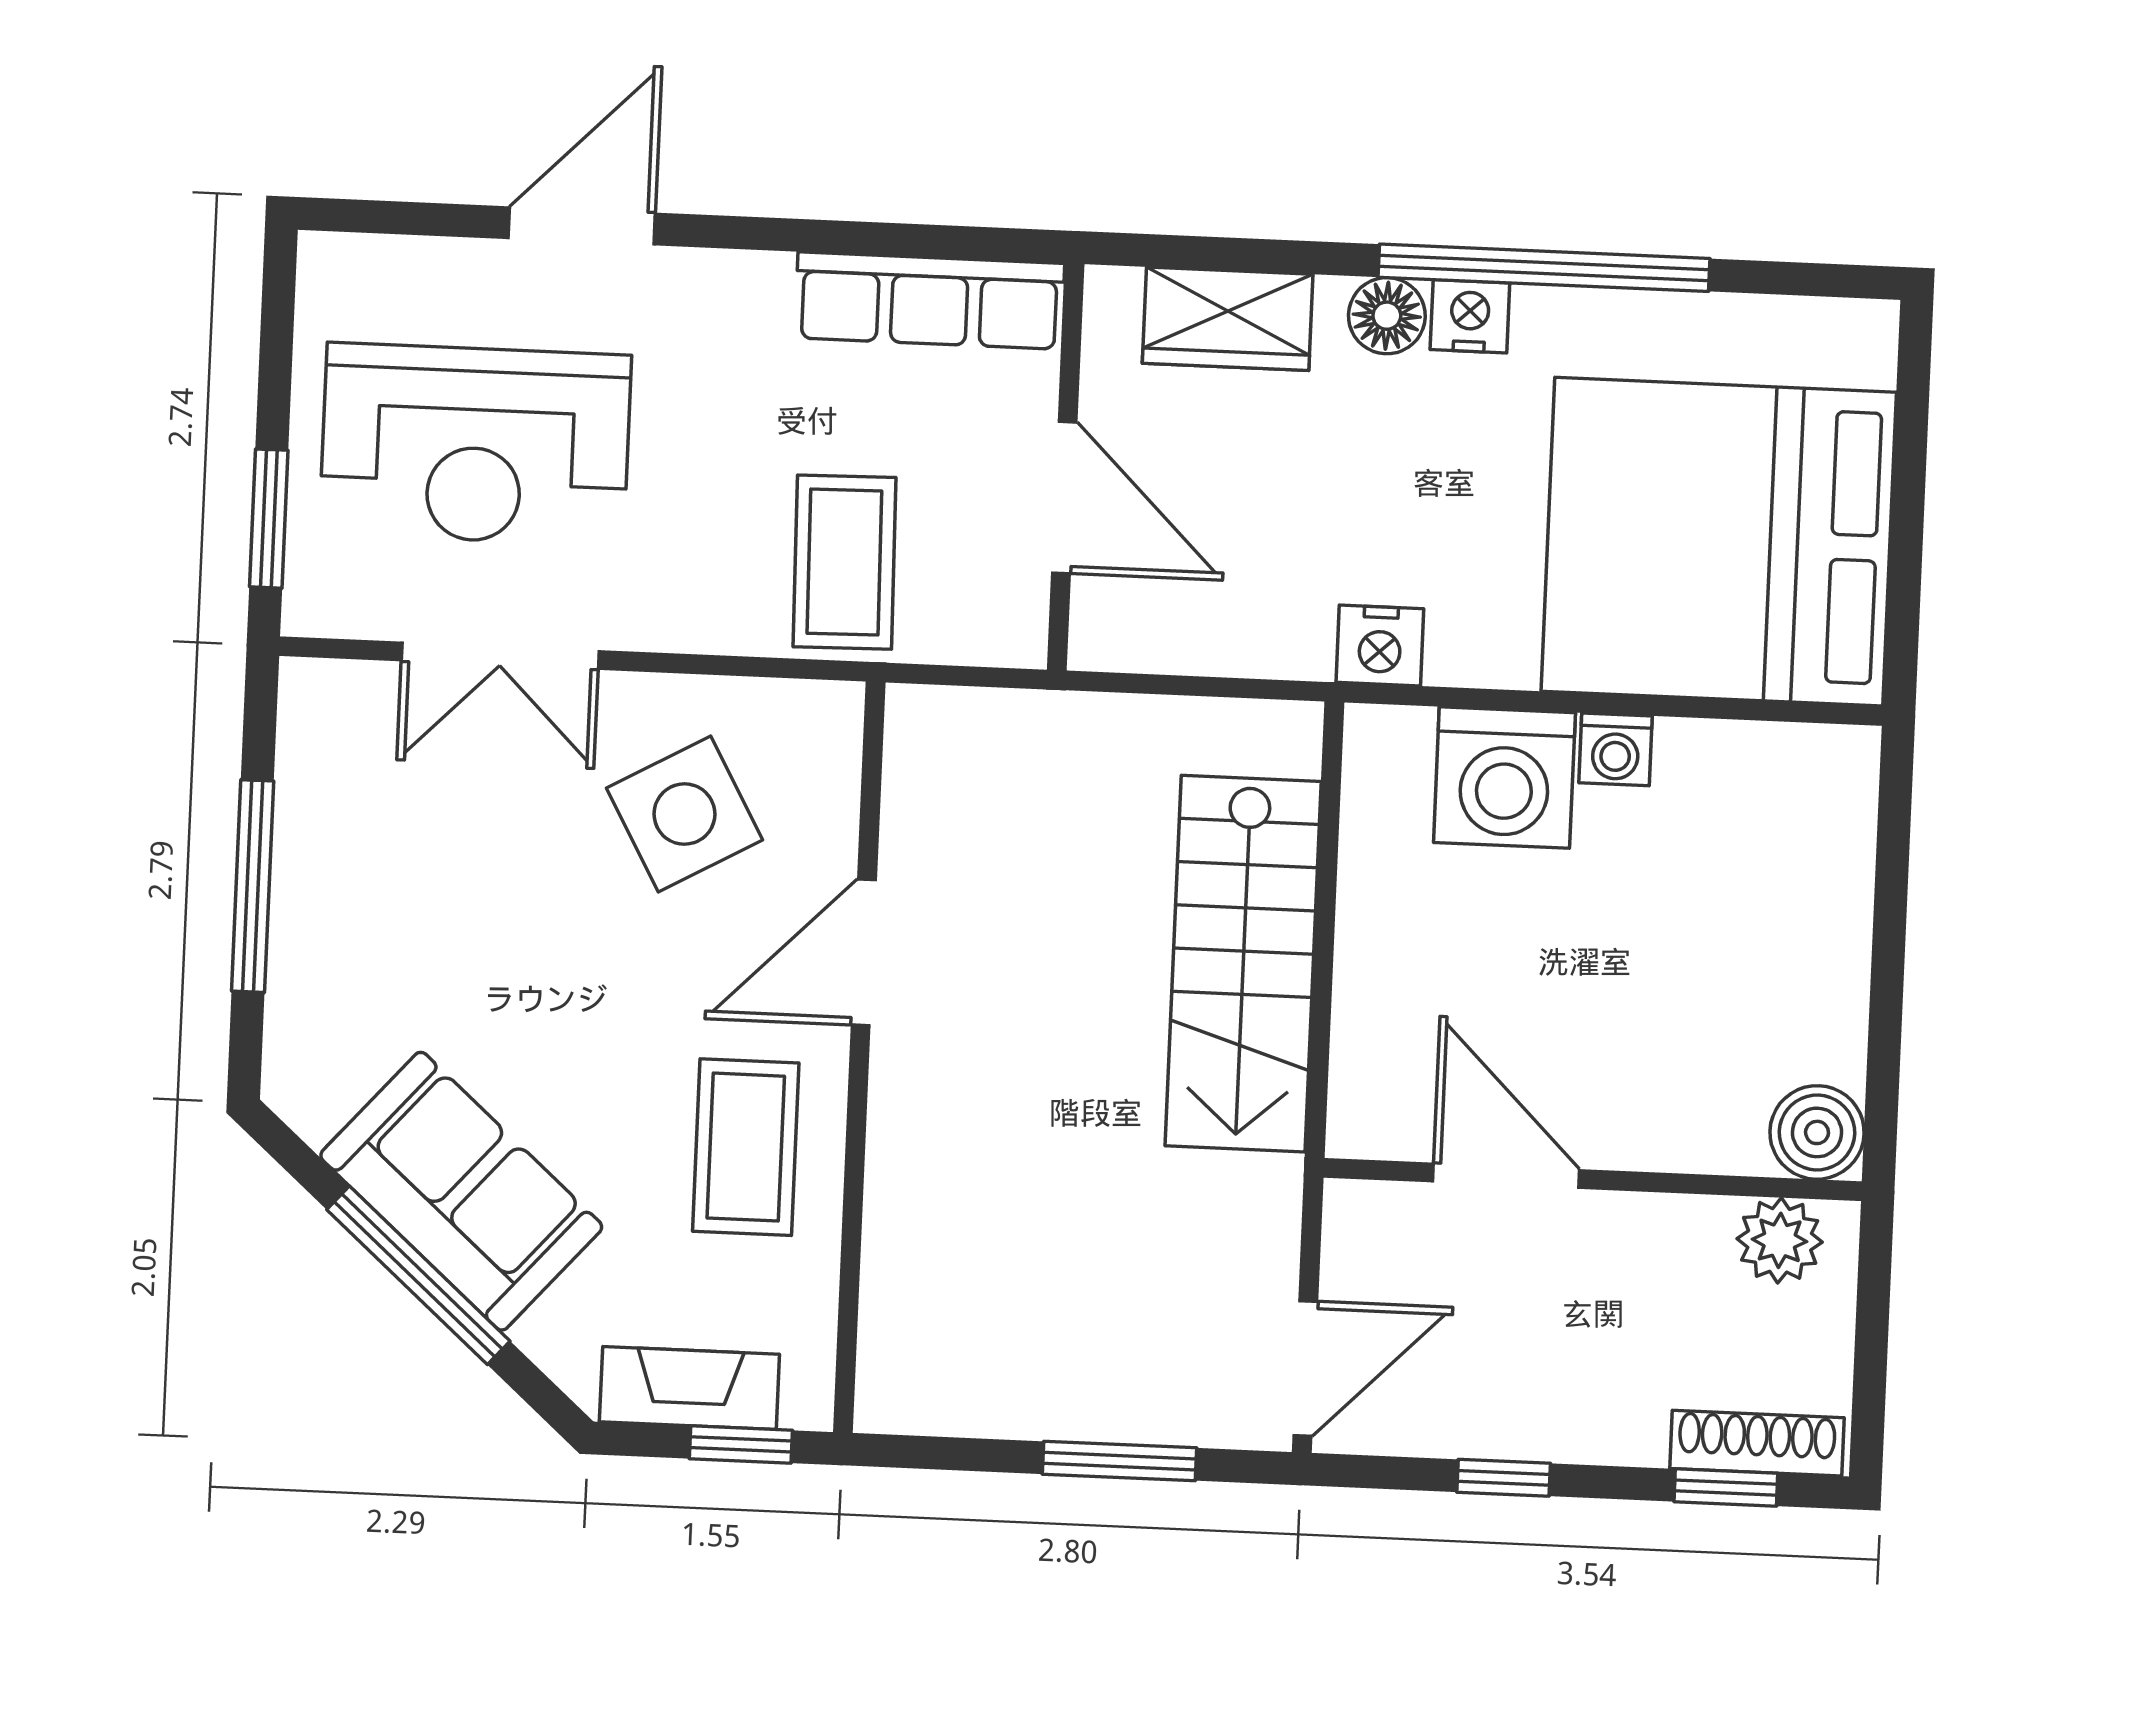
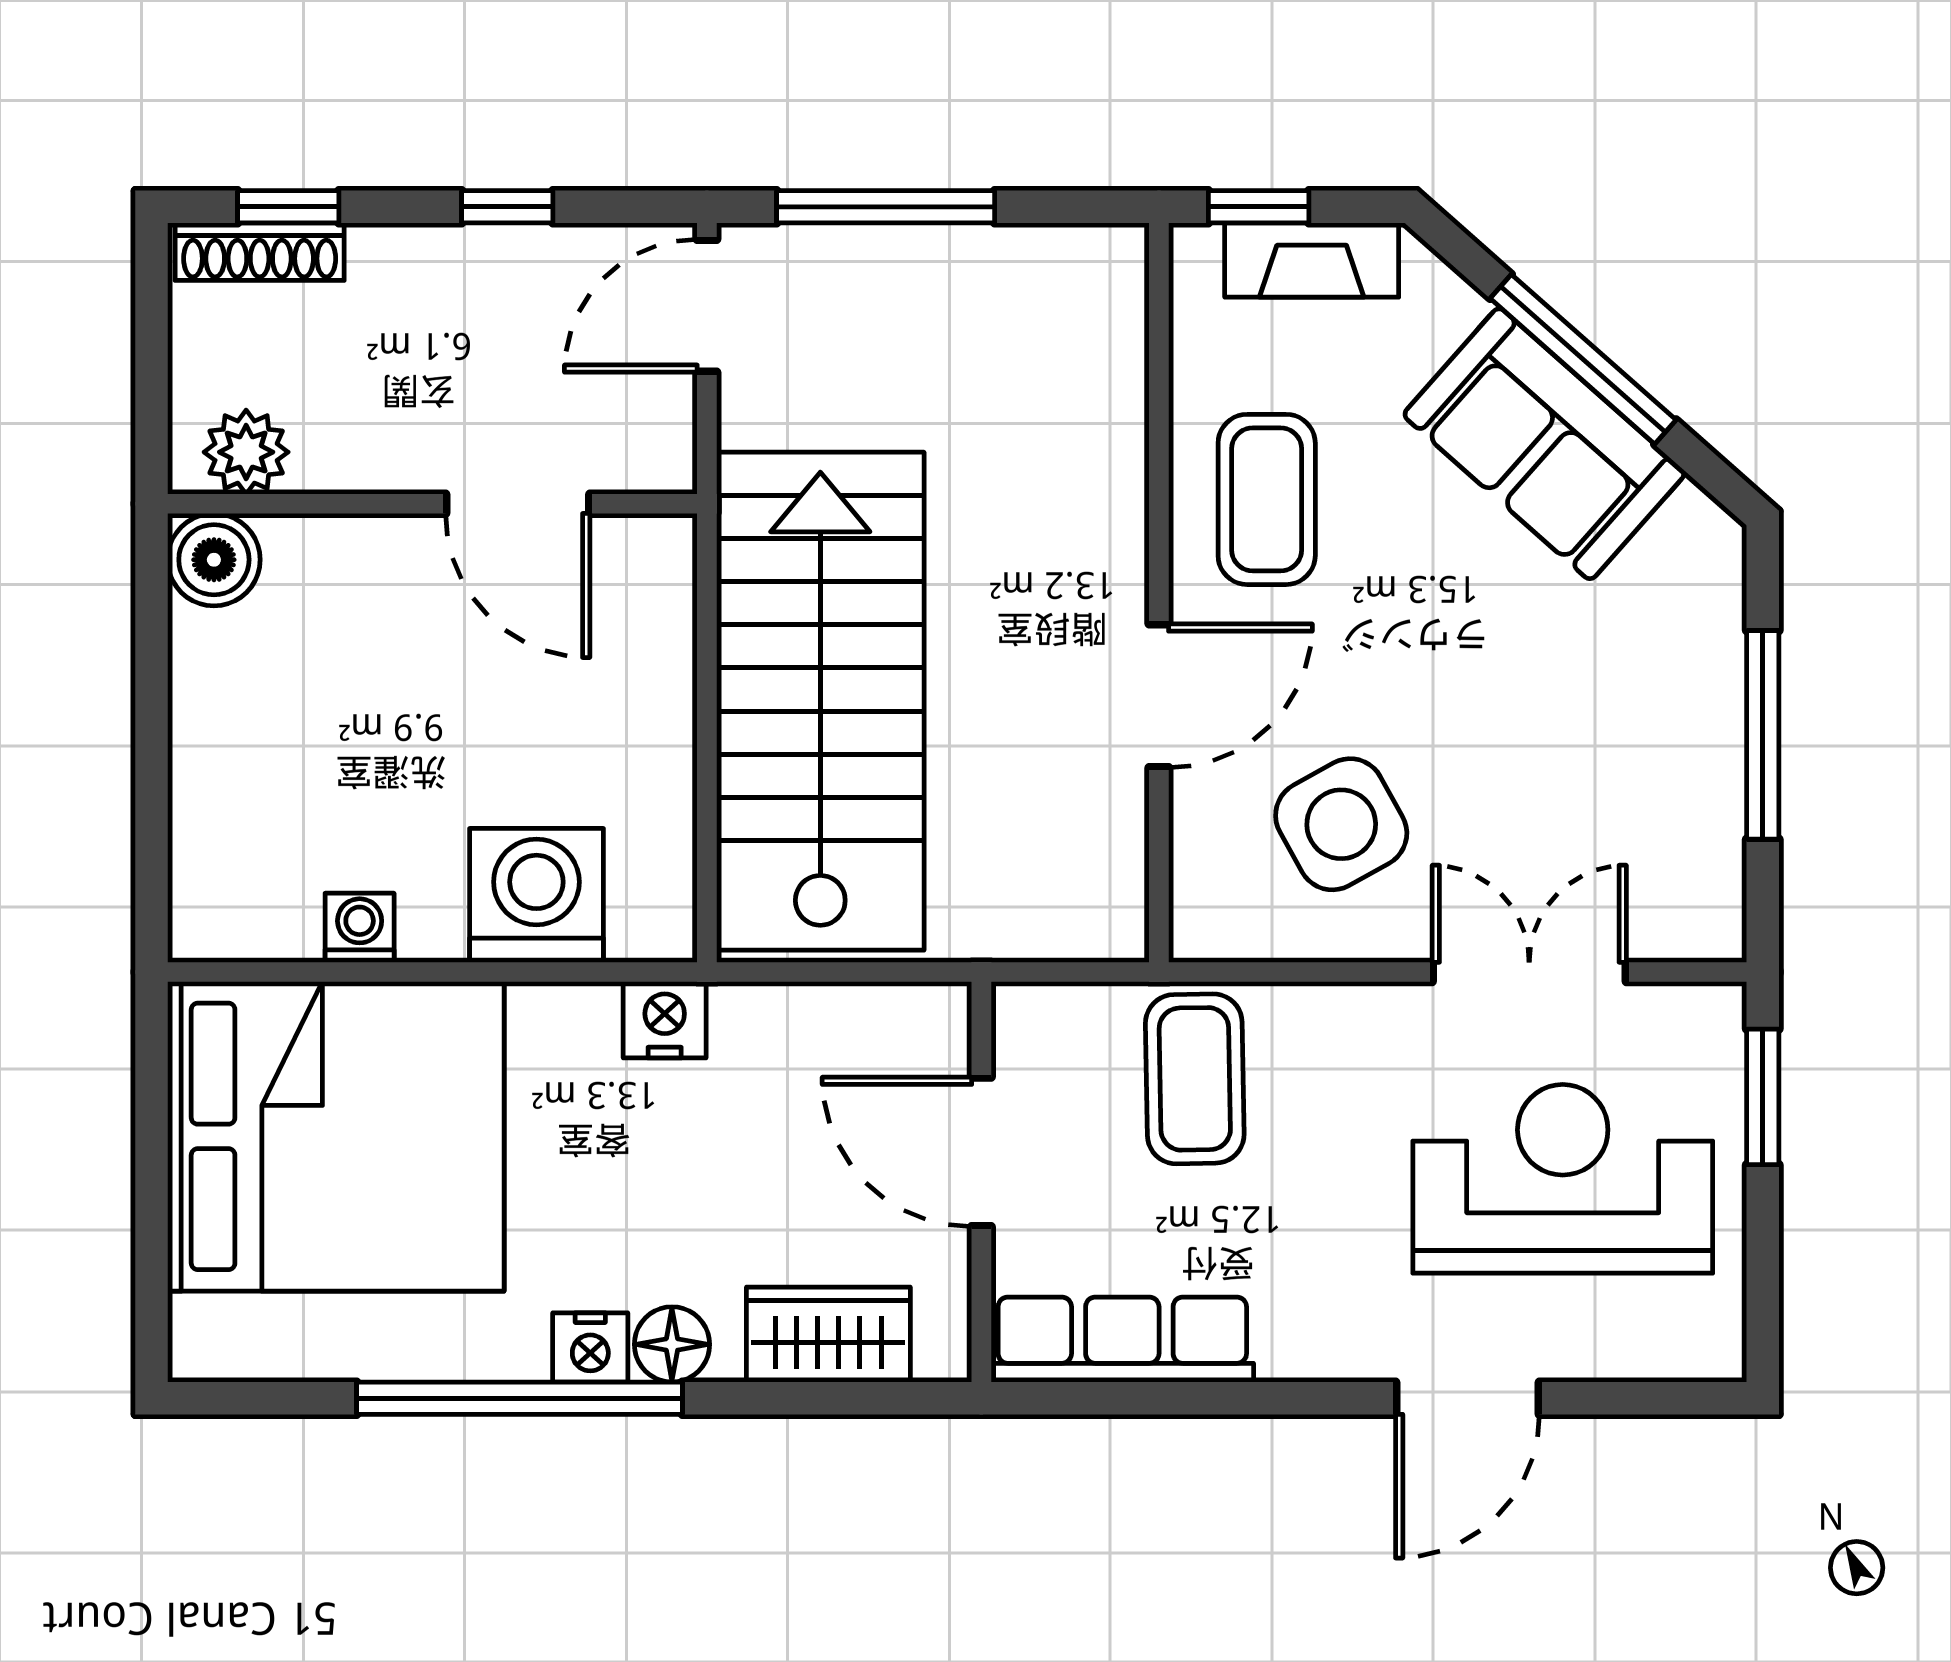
washing machine: (1615, 749) -> (360, 928), moved
stairs: (1243, 964) -> (820, 701), width x1.36, depth x1.51
window: (1120, 1461) -> (886, 207), width x1.44

